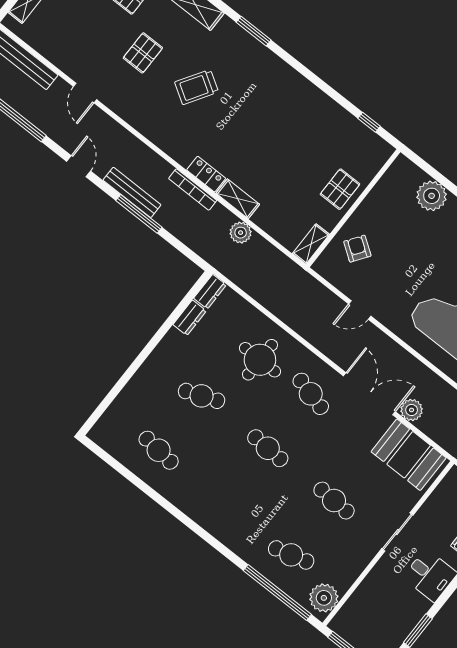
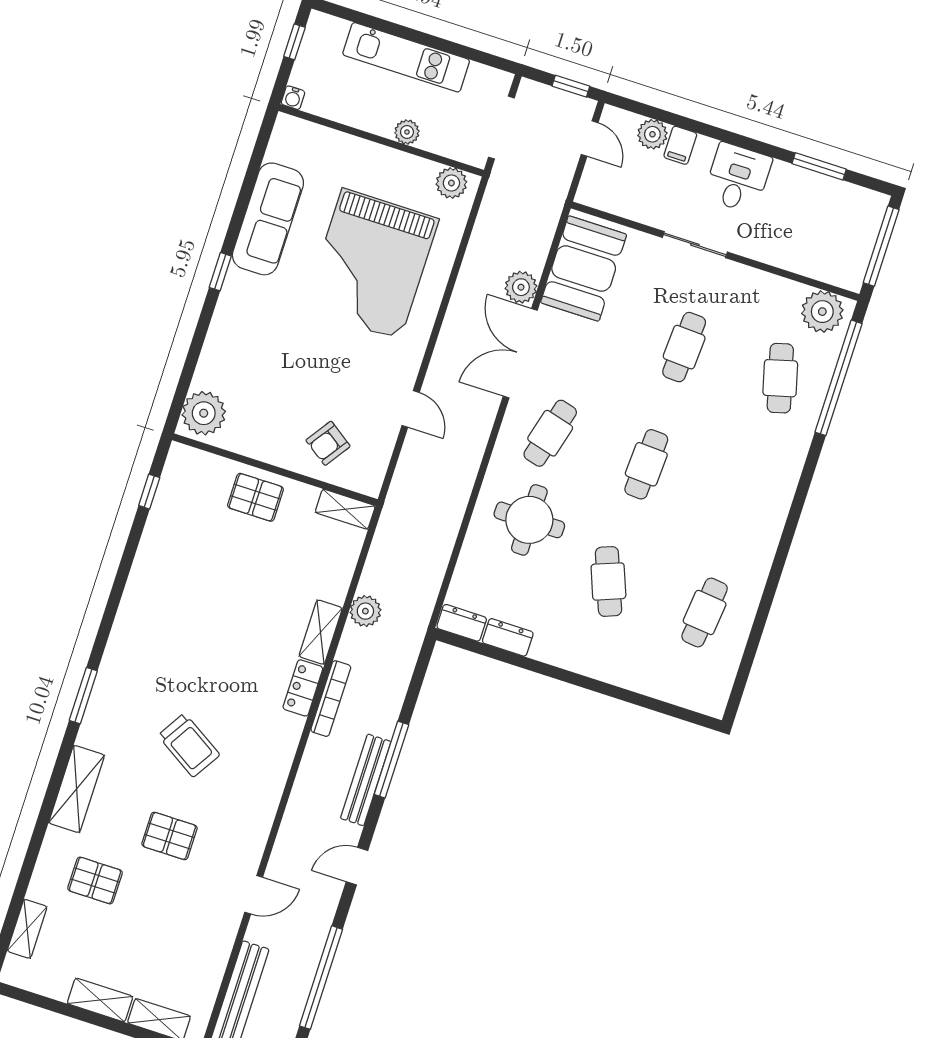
plant: (432, 196) -> (204, 413), moved

